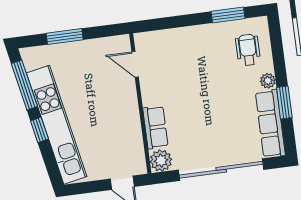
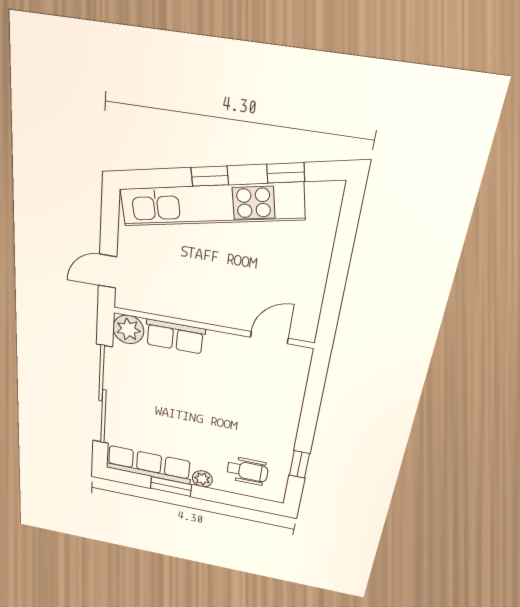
window: (228, 15) -> (299, 464), width x0.67
window: (65, 36) -> (341, 255), removed
window: (24, 85) -> (286, 173), width x0.46

